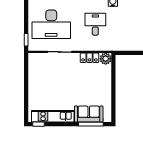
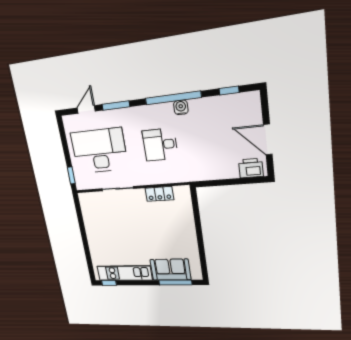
desk: (51, 24) -> (99, 151), turned 180
desk: (95, 24) -> (160, 145), turned -90
plant: (106, 59) -> (182, 194), removed

